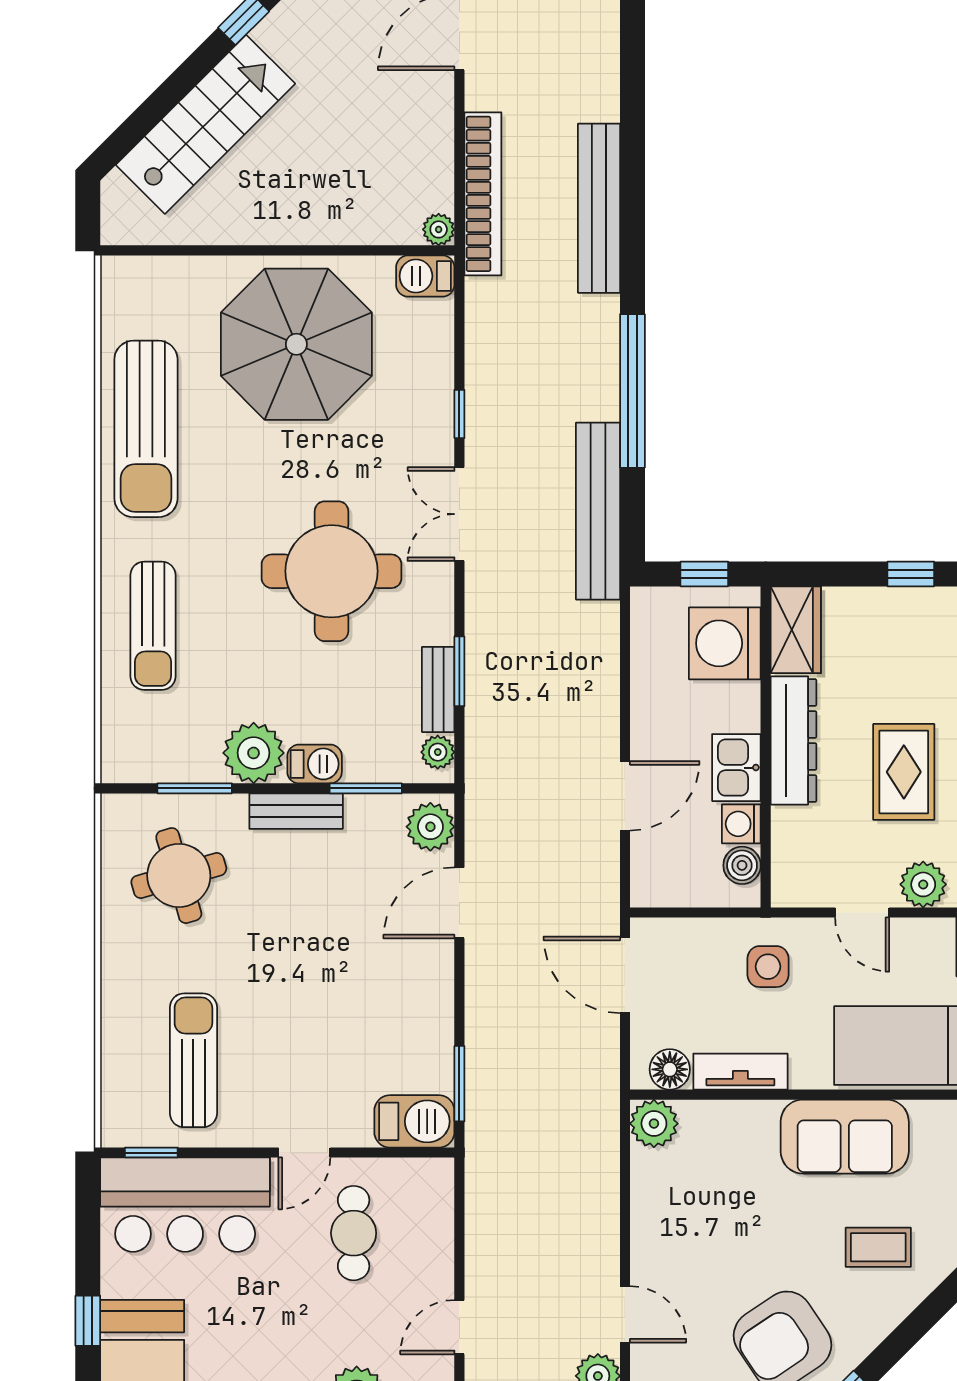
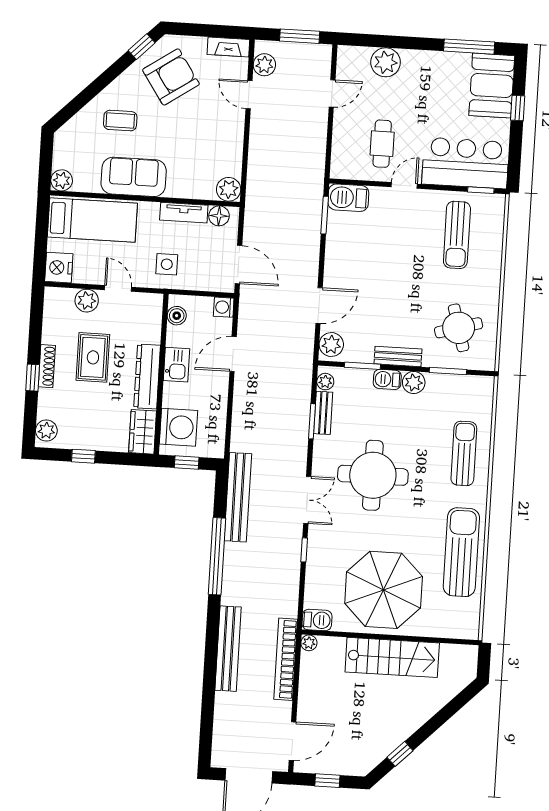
stairs: (205, 124) -> (392, 657), moved, turned -135
plant: (254, 753) -> (414, 382), width x0.73, depth x0.73
washing machine: (741, 824) -> (224, 307), moved, turned 180

